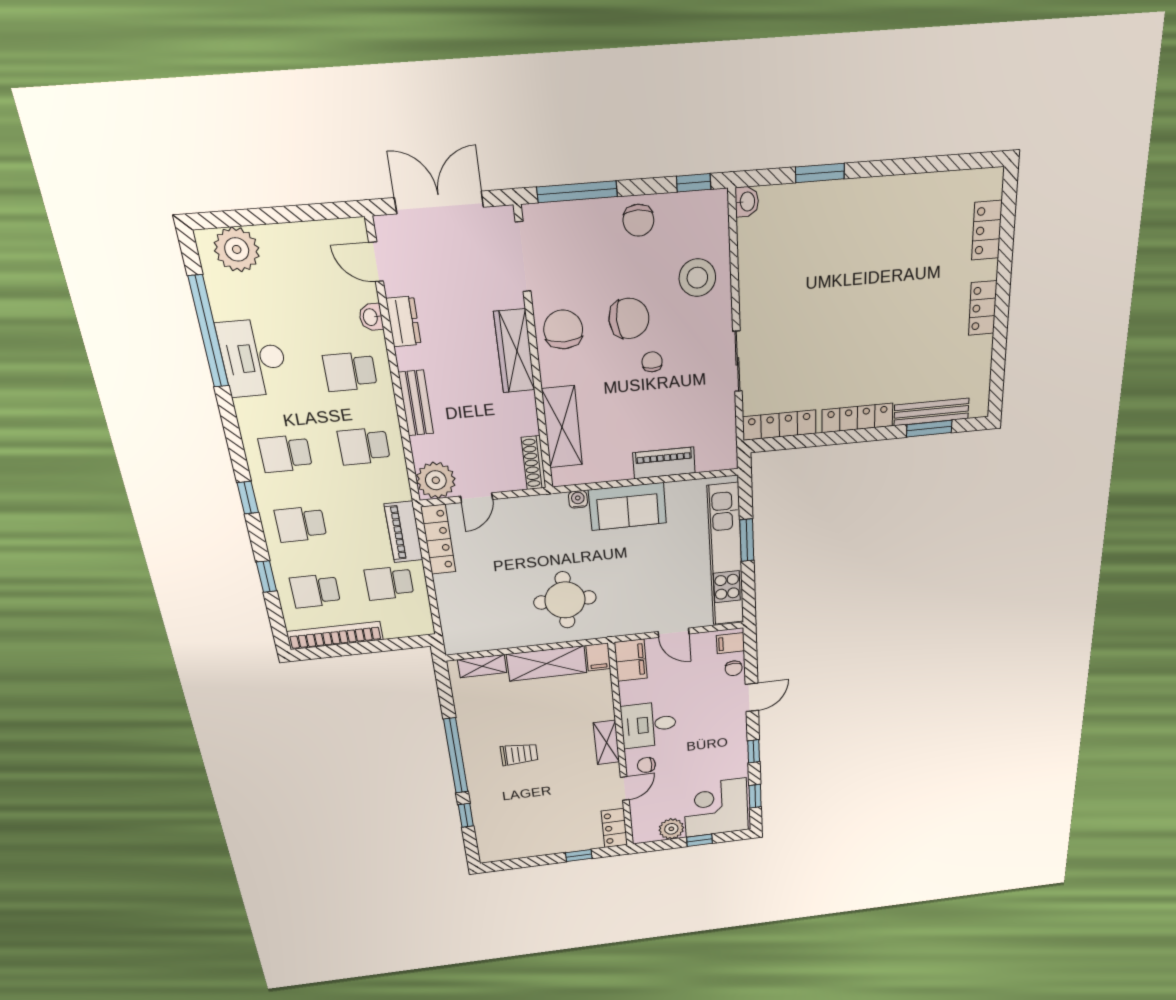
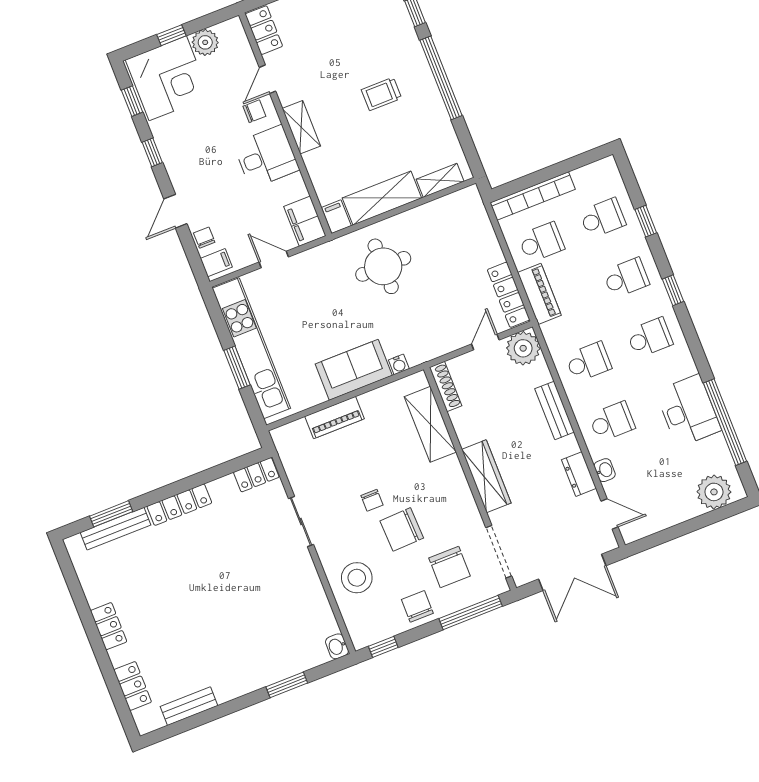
bench: (937, 185) -> (189, 706), added
chair: (563, 330) -> (450, 567), moved
locker: (779, 425) -> (256, 475), width x0.66
bookcase: (335, 636) -> (533, 196), moved

